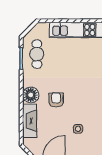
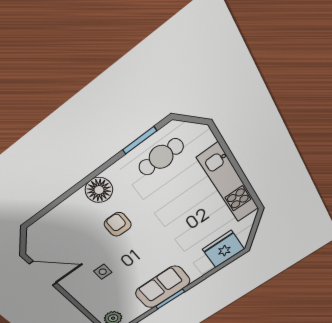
armchair: (56, 100) -> (118, 224), turned -90
fireplace: (30, 121) -> (64, 214), removed

